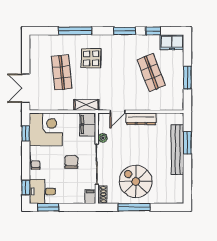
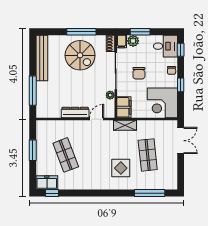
window: (75, 31) -> (150, 193), moved
window: (125, 31) -> (90, 193), removed
window: (153, 31) -> (52, 193), moved
window: (26, 133) -> (181, 85), moved
window: (187, 143) -> (33, 91), width x1.44
bench: (177, 150) -> (42, 58), moved
plant: (78, 197) -> (133, 41), added
window: (48, 207) -> (140, 32), moved

